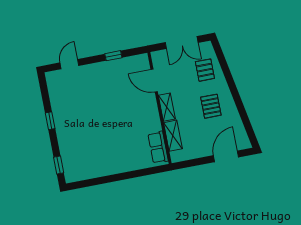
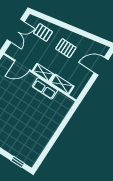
row of seats: (158, 147) -> (45, 88), moved
door: (226, 156) -> (101, 66), hinge flipped

